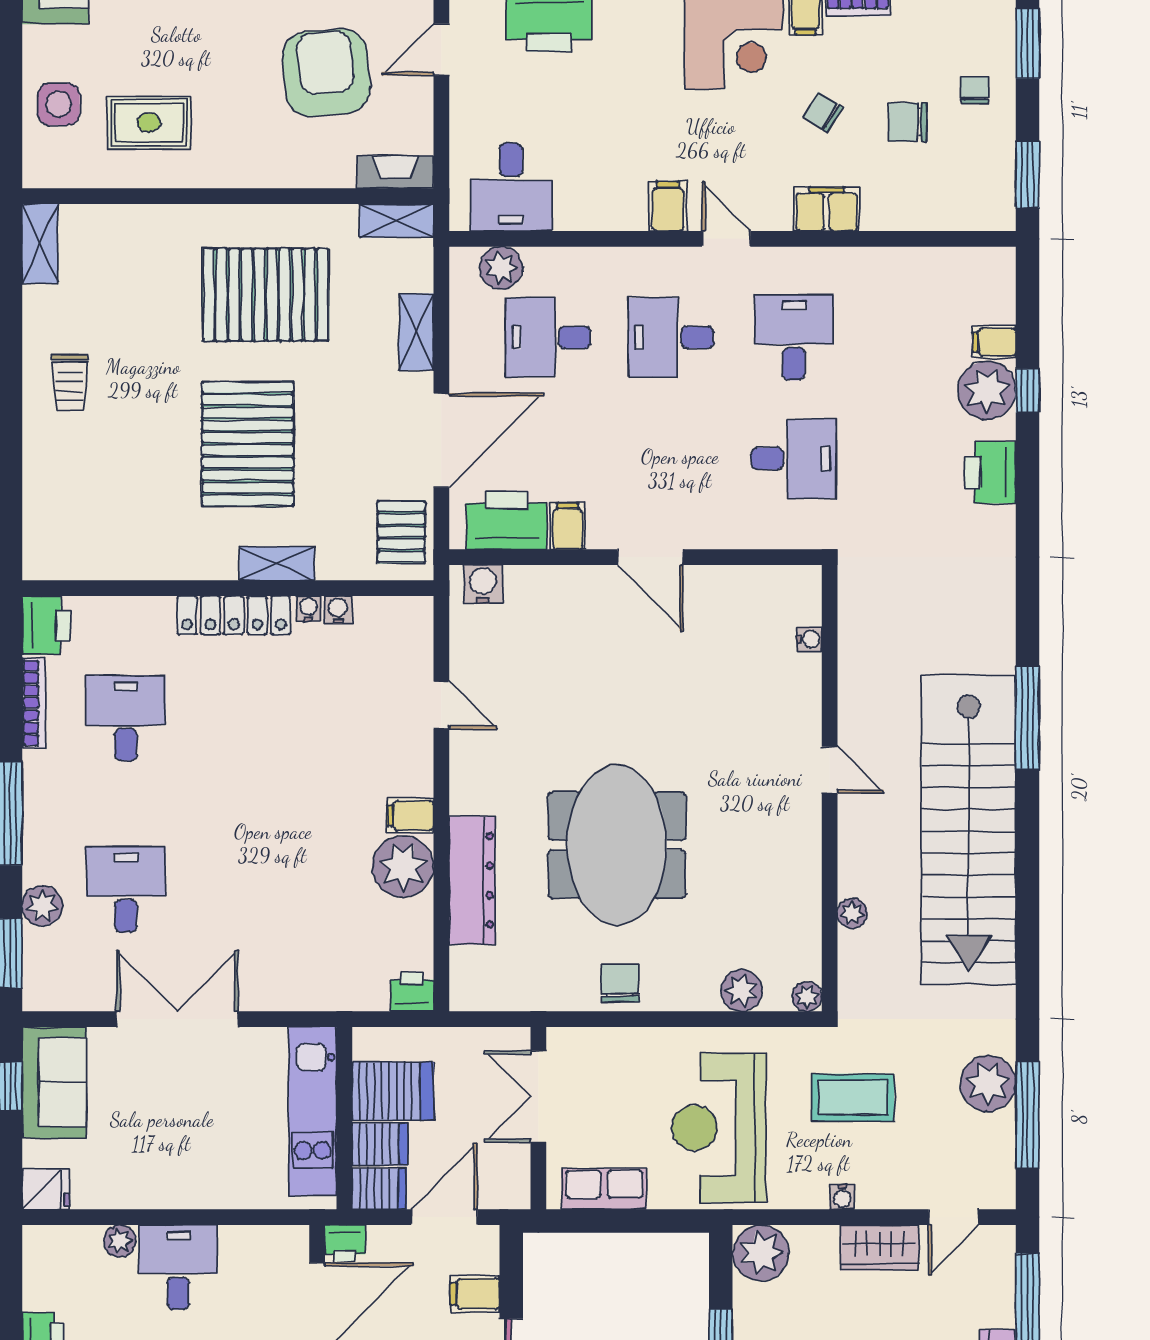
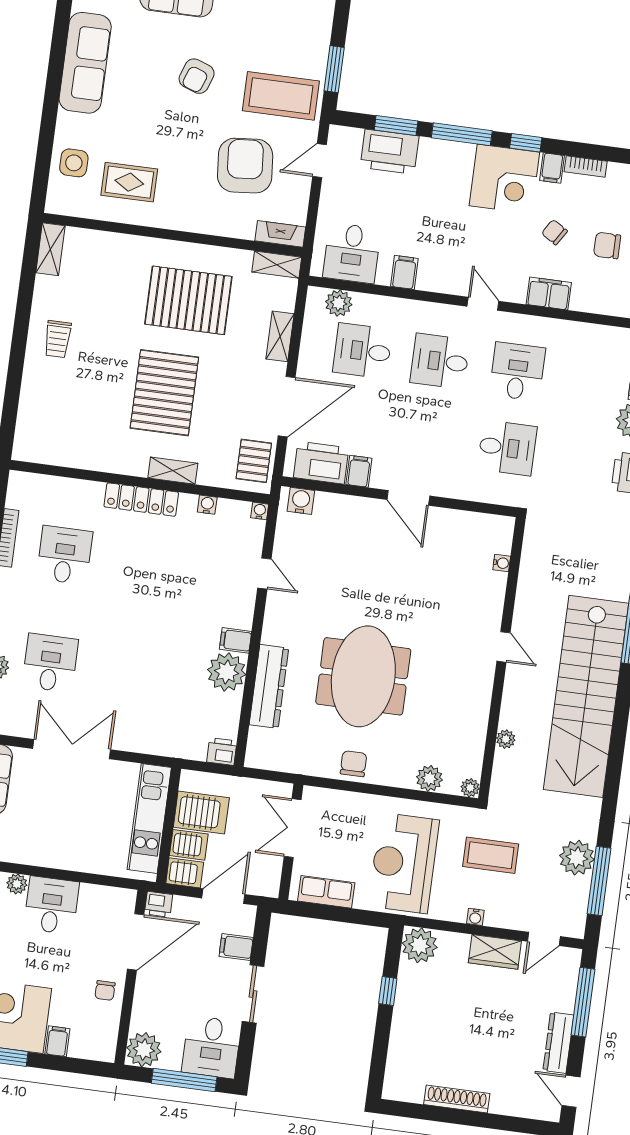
filing cabinet: (668, 206) -> (404, 272), moved
water cooler: (308, 609) -> (260, 511), moved
printer: (46, 625) -> (22, 490), removed

